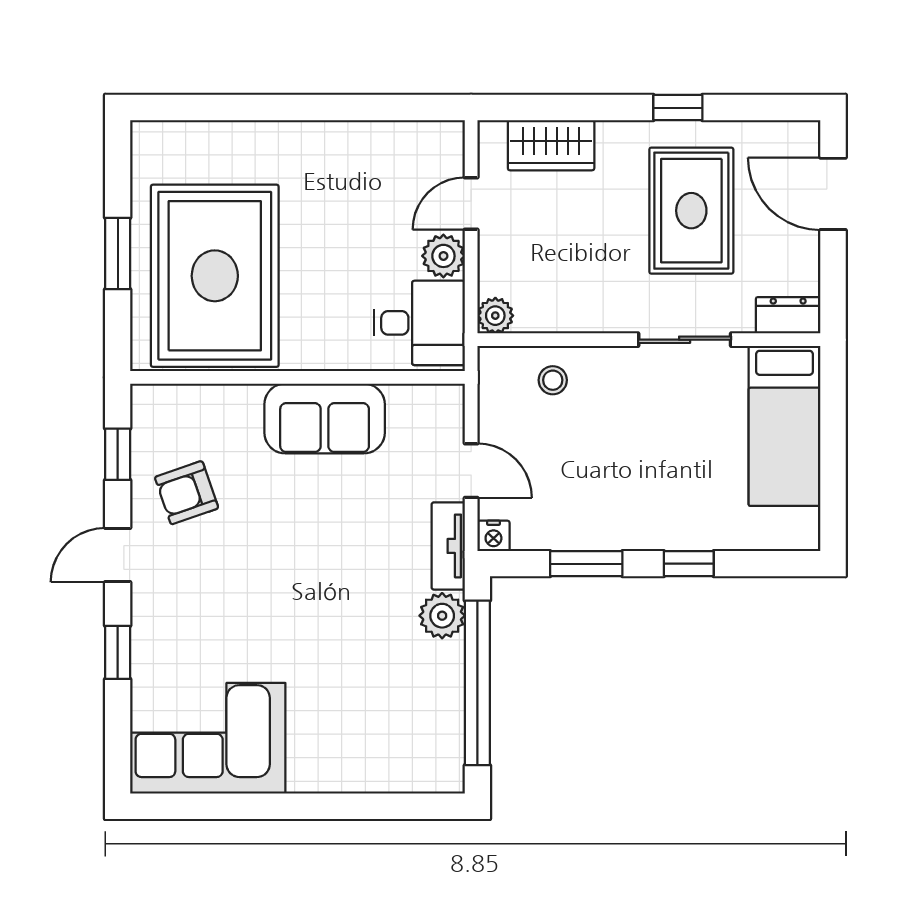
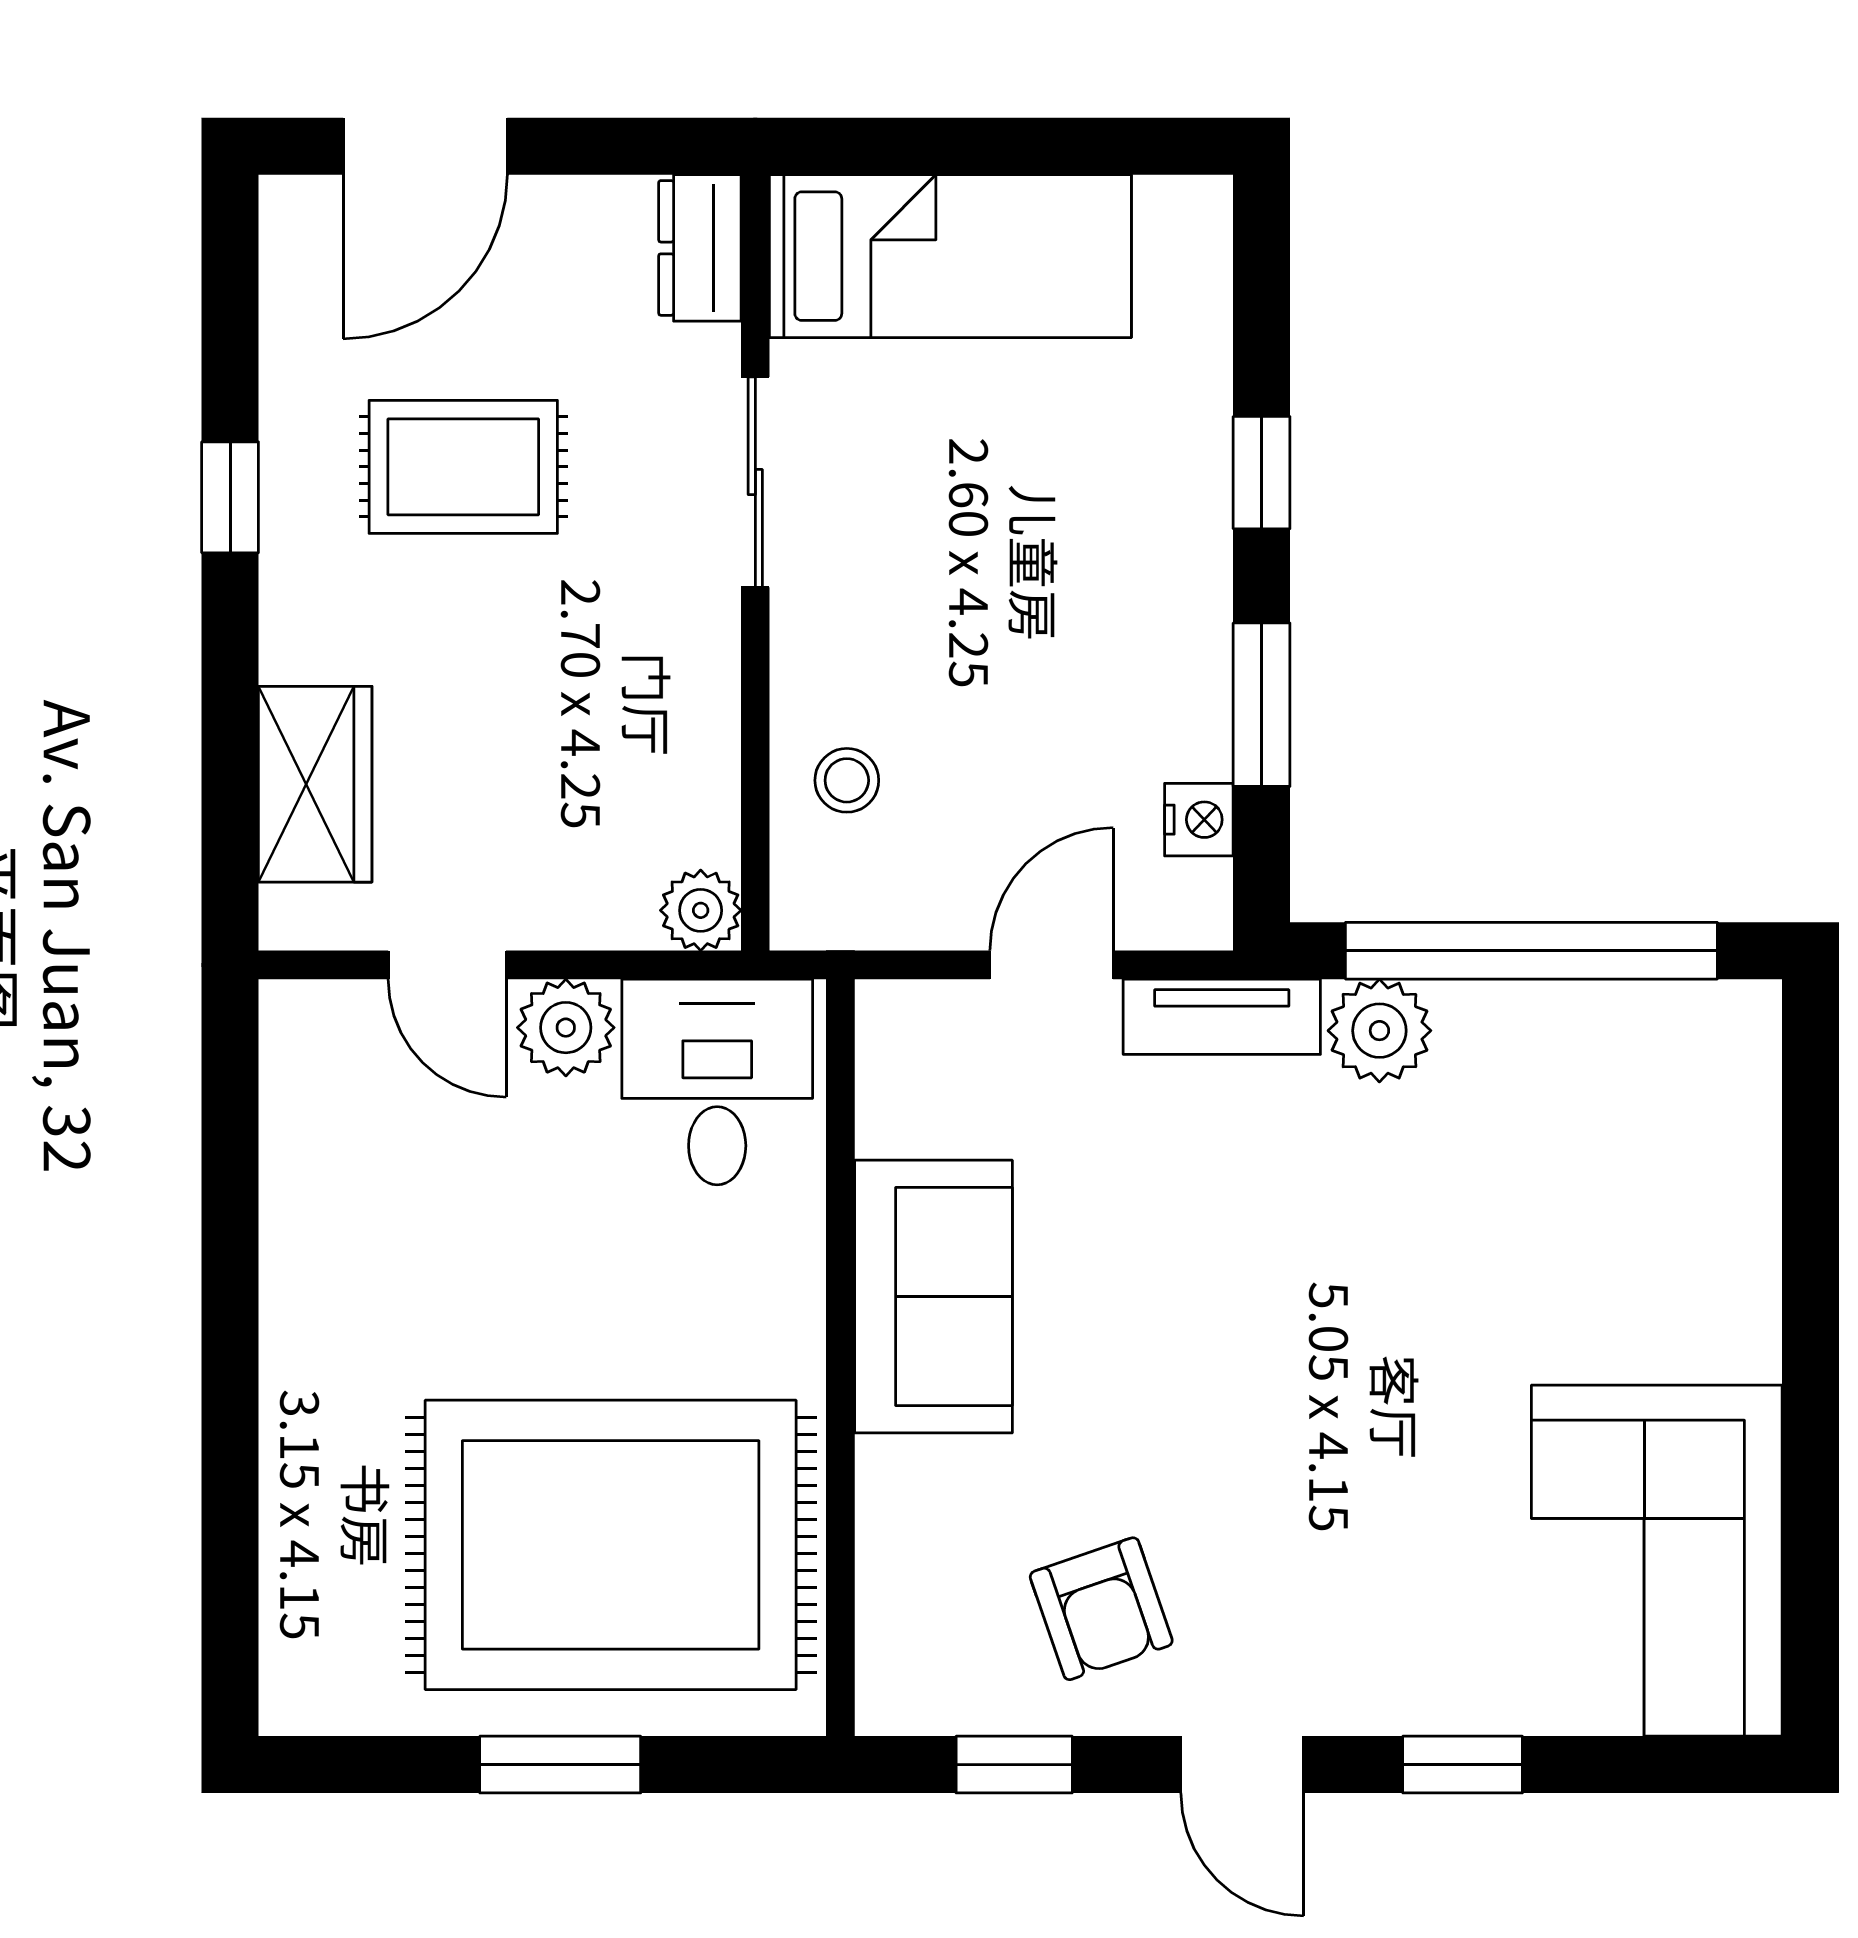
rug: (691, 211) -> (463, 467), width x0.73, depth x0.70
nightstand: (493, 536) -> (1199, 820), moved

